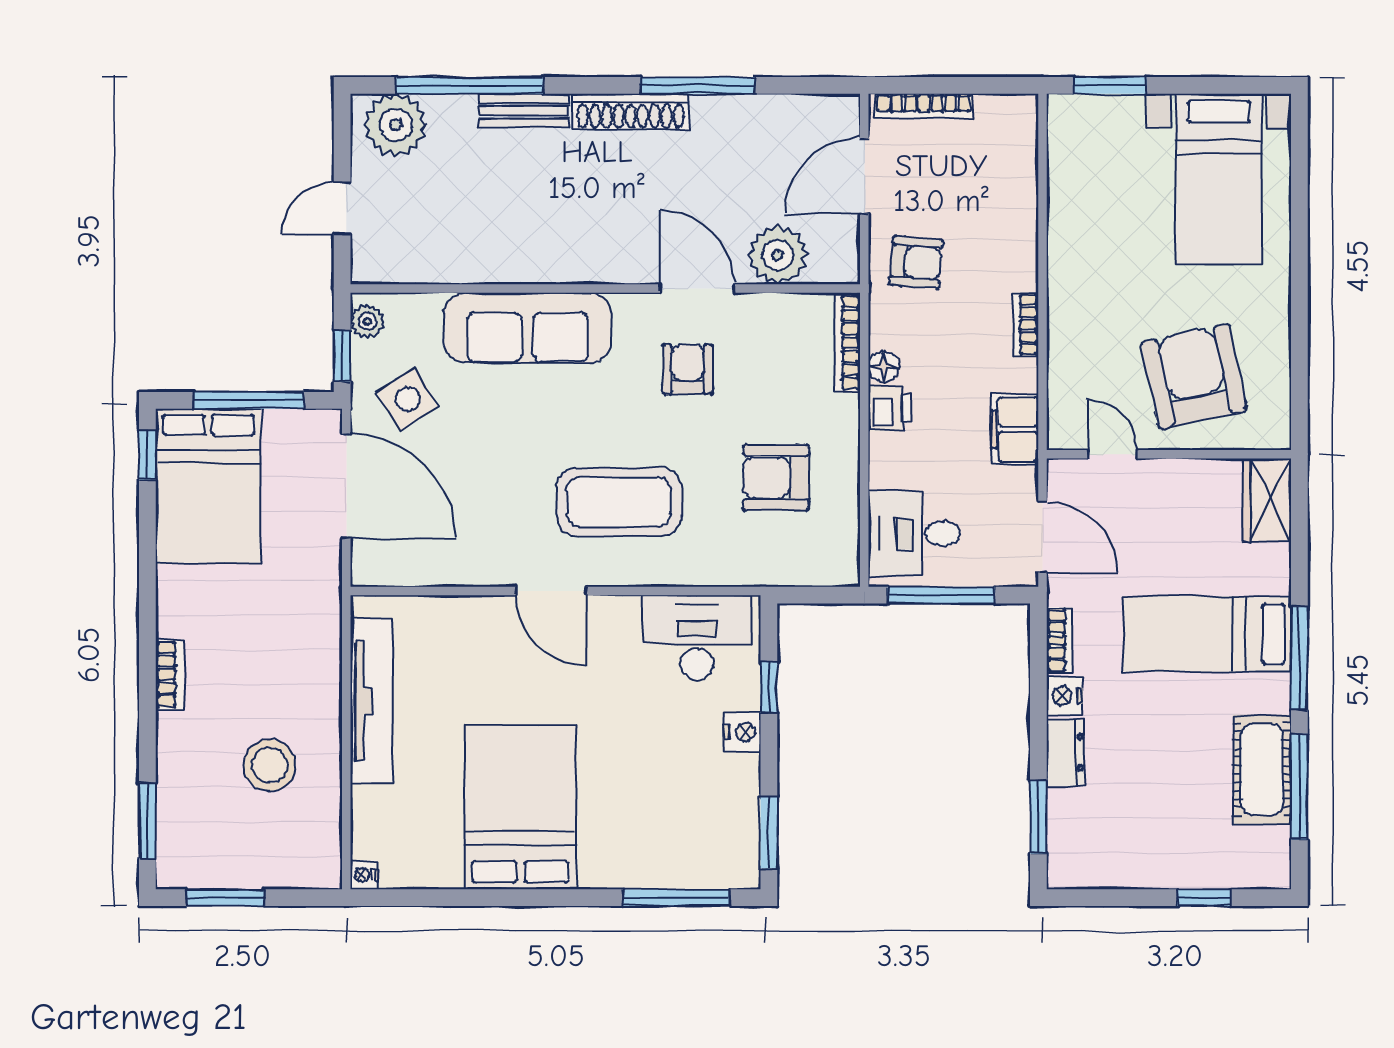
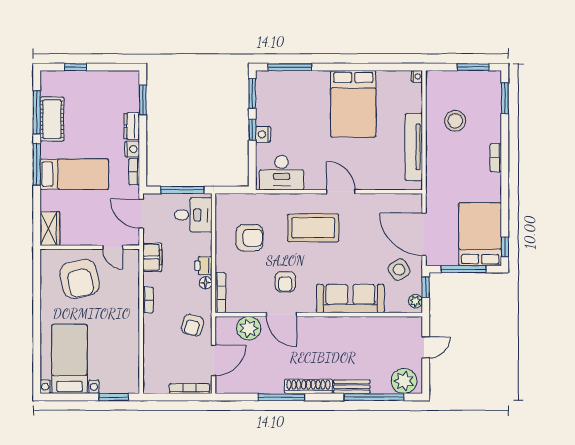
armchair: (916, 262) -> (192, 325), turned -80
window: (769, 687) -> (252, 130), moved

